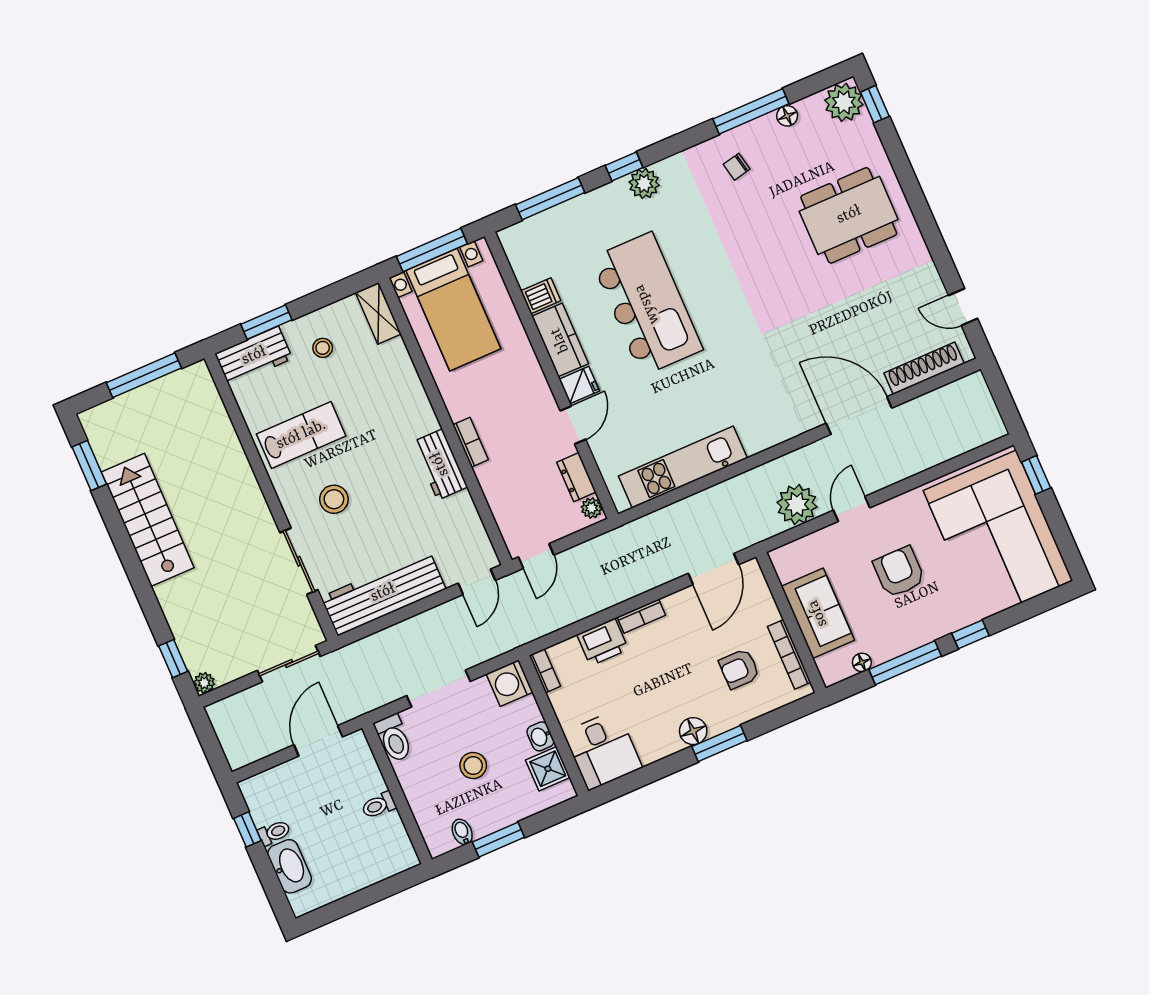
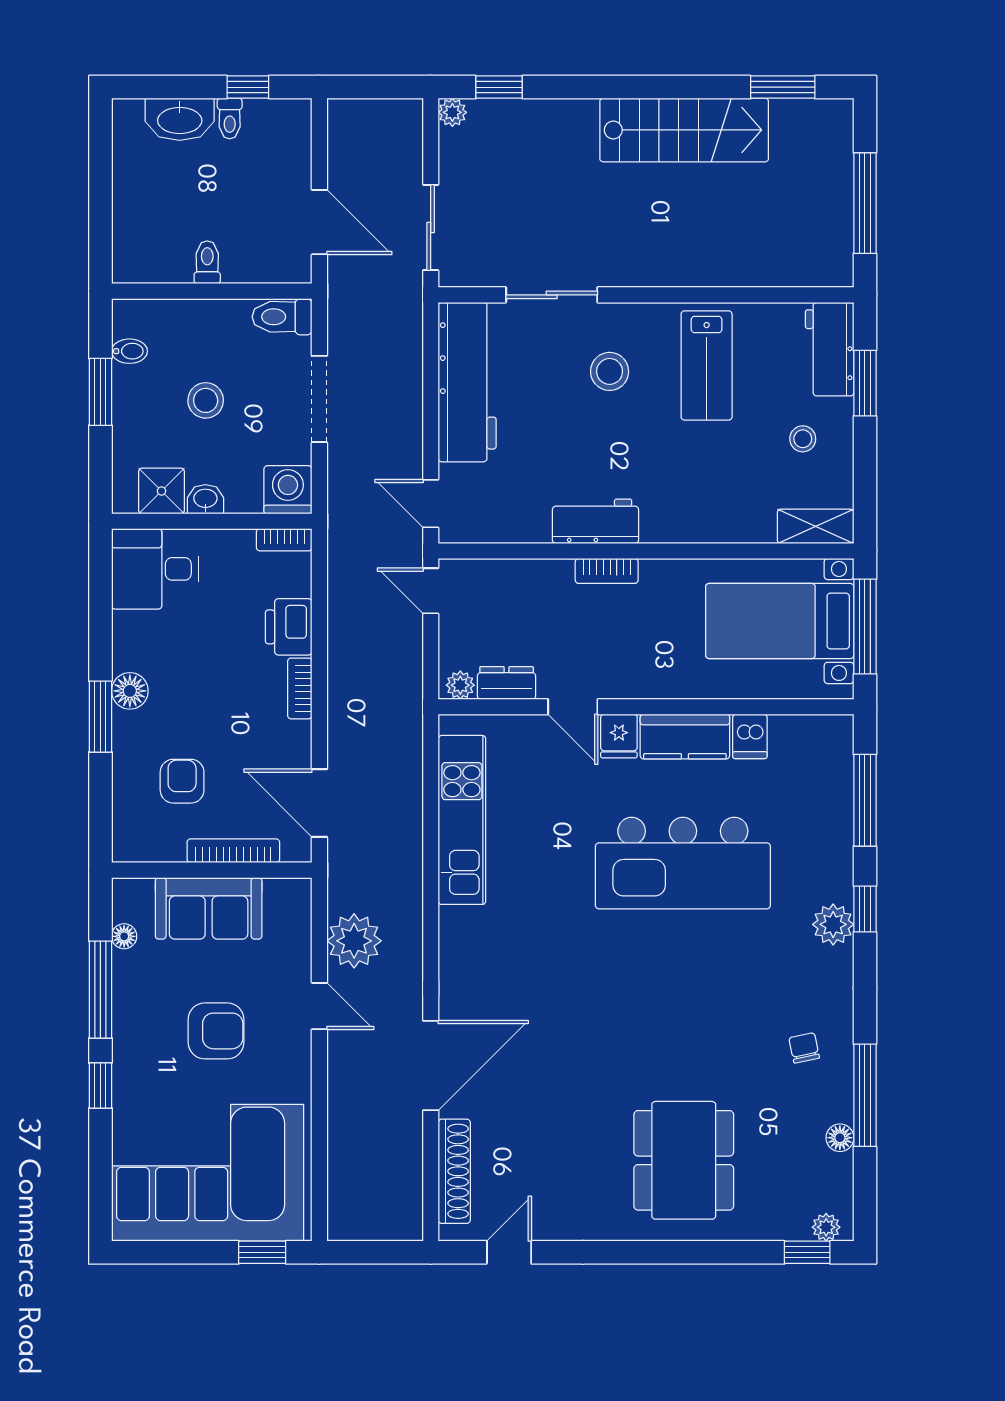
plant: (844, 102) -> (826, 1227), width x0.53, depth x0.53
bookcase: (789, 654) -> (233, 851), moved

